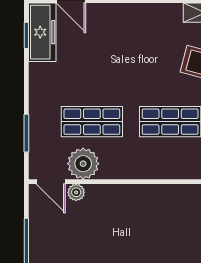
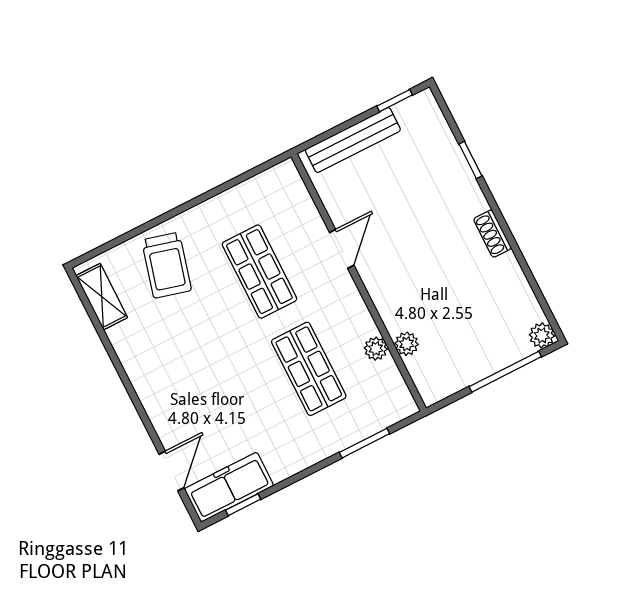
plant: (83, 164) -> (376, 349), width x0.53, depth x0.53
door: (51, 182) -> (342, 249), moved

